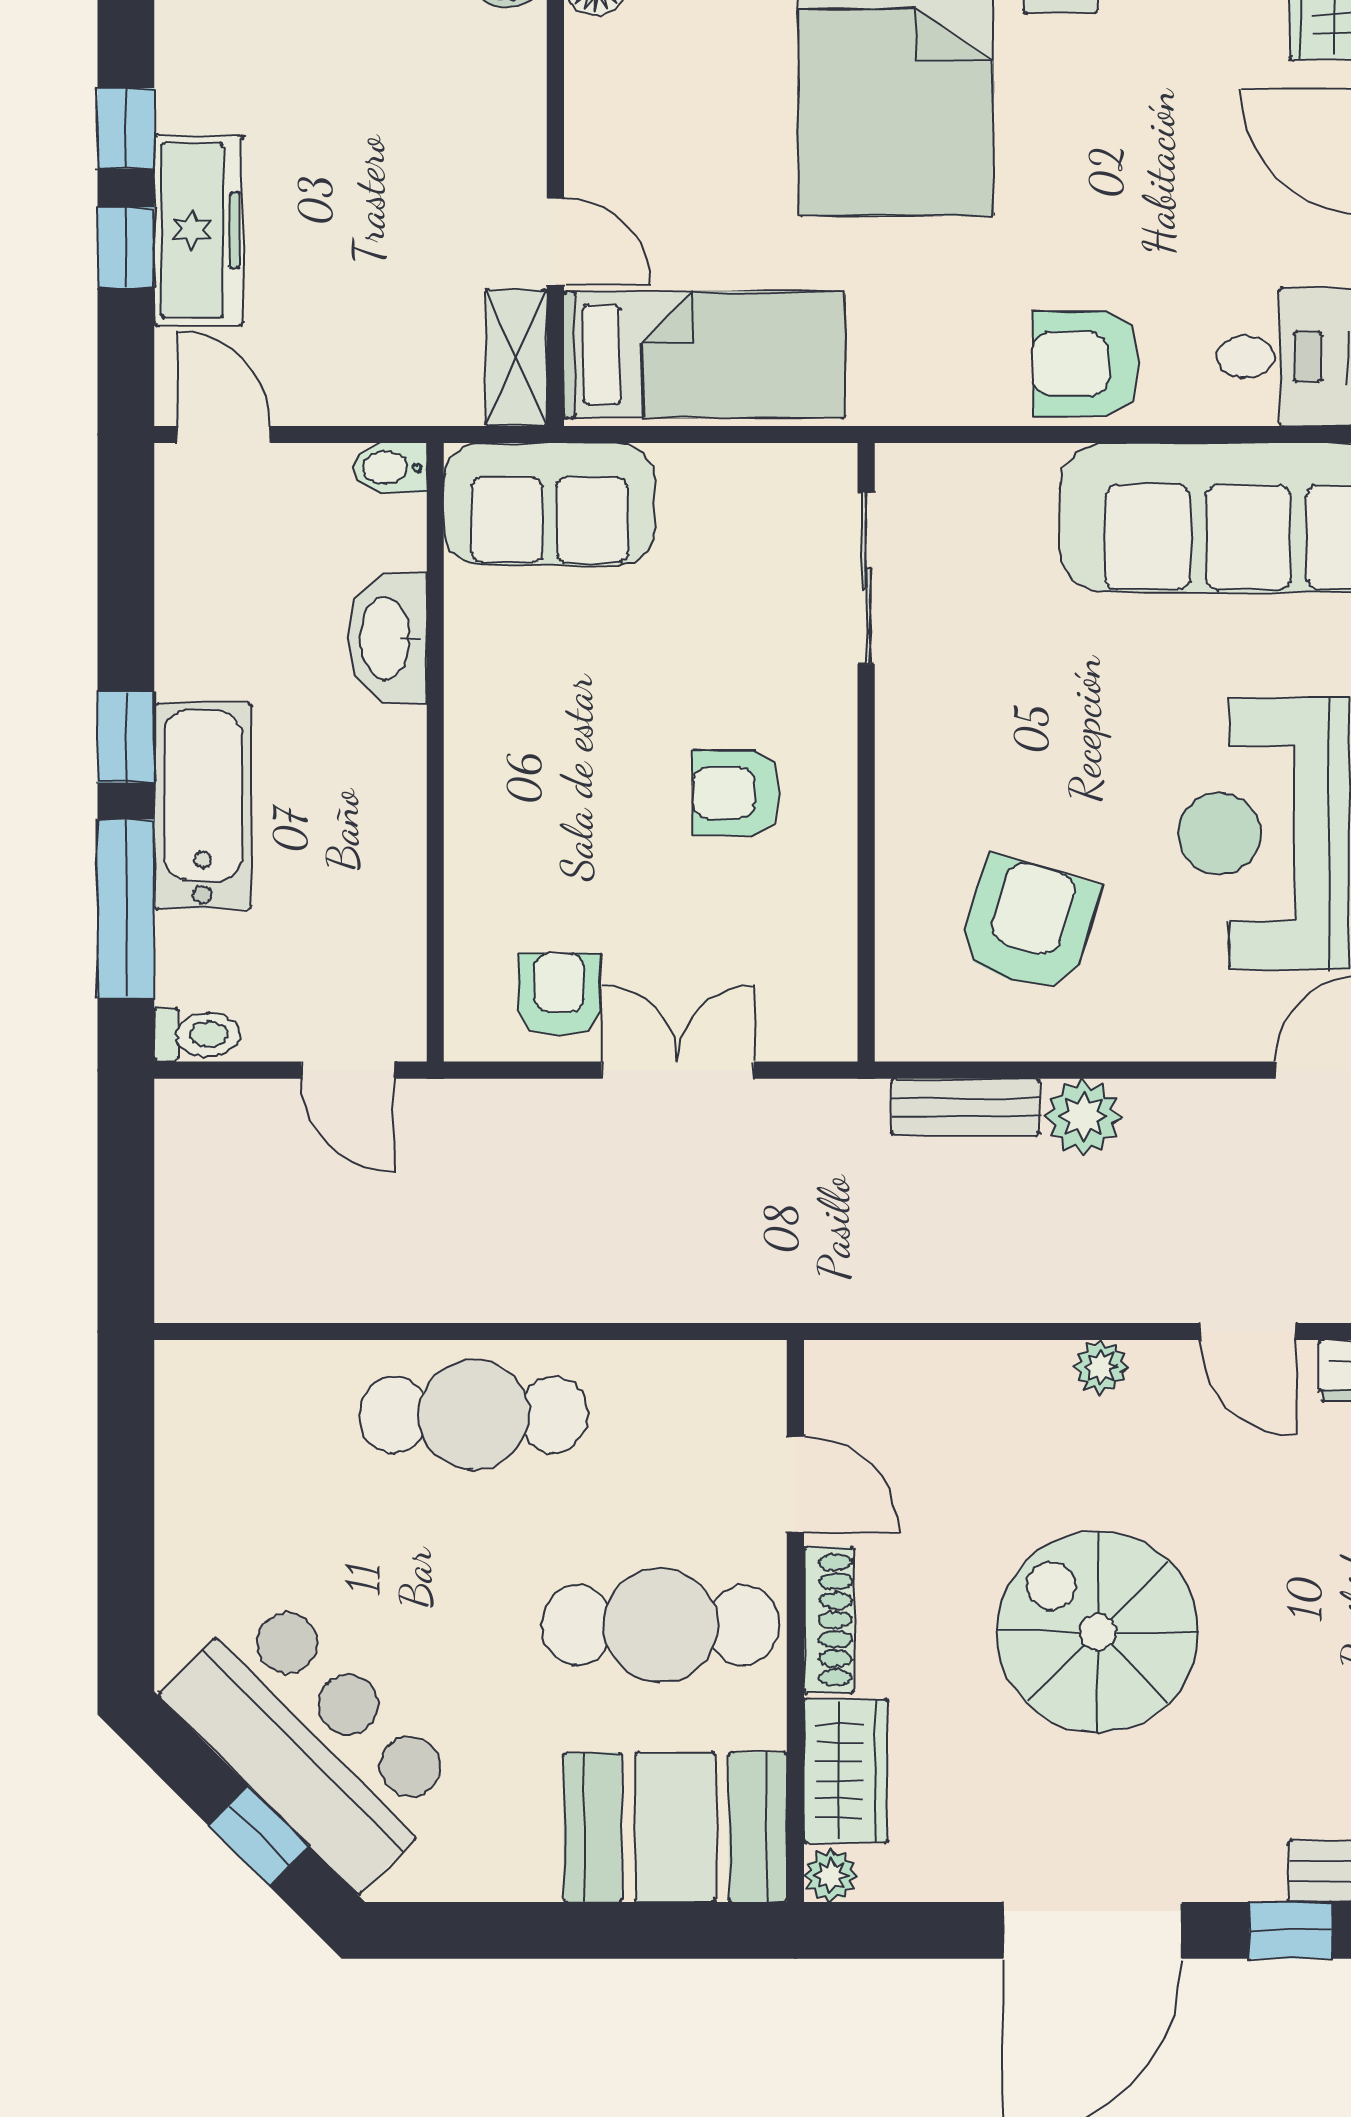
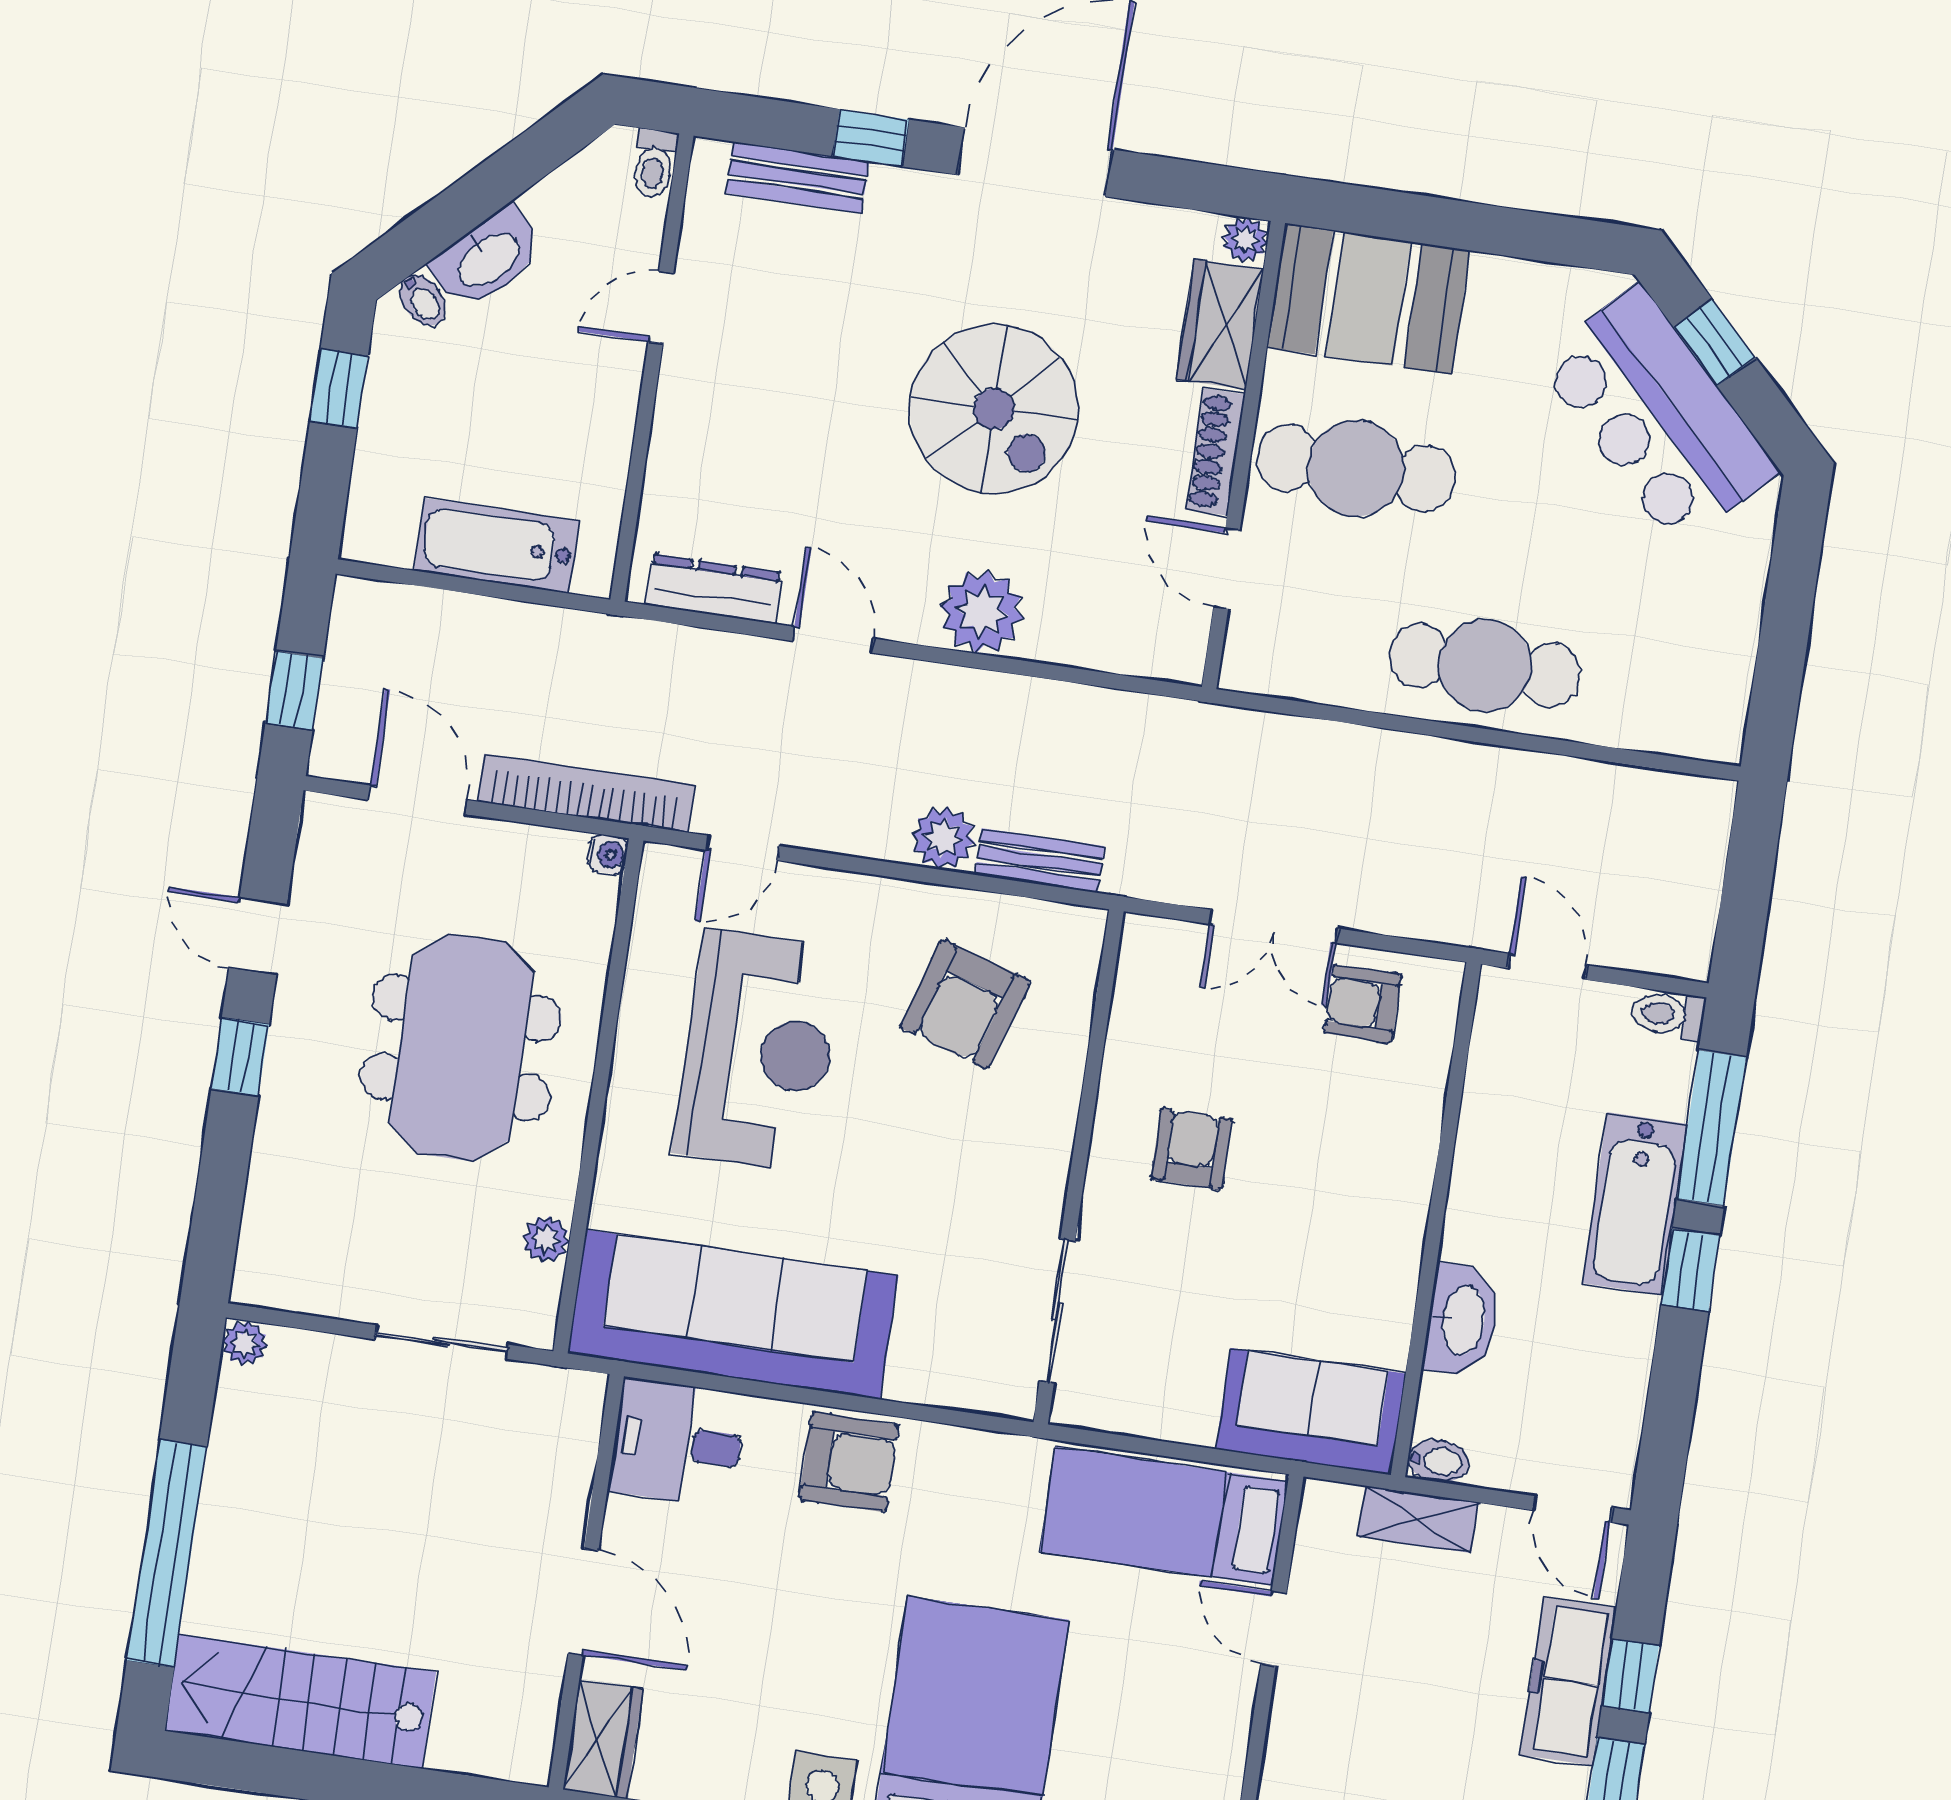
shelving: (516, 358) -> (1418, 1519), moved, turned 90
armchair: (736, 793) -> (1191, 1149), turned -90
armchair: (559, 994) -> (1363, 1004), turned 90
plant: (1101, 1367) -> (982, 612), width x1.88, depth x1.88

